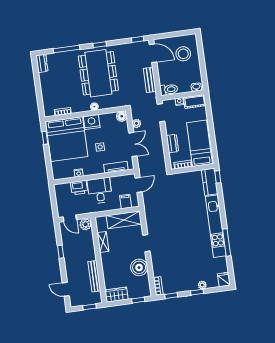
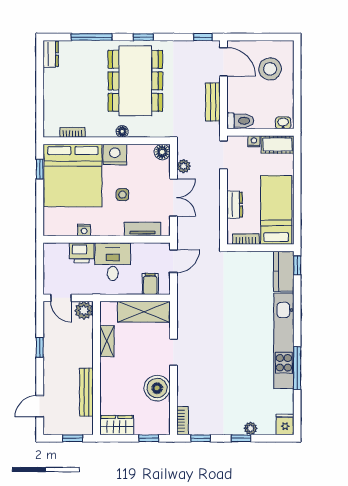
door: (66, 289) -> (40, 406), hinge flipped

